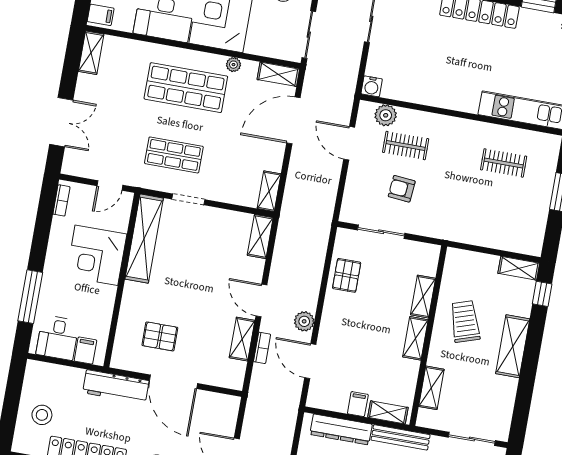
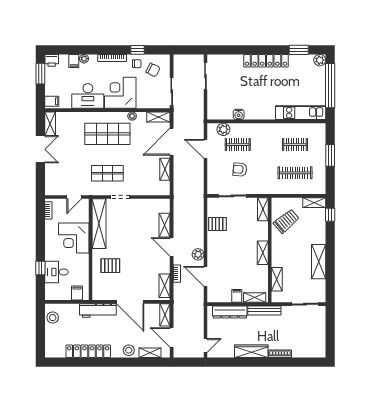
water cooler: (372, 86) -> (239, 114), moved
double door: (61, 122) -> (40, 149), moved
shelving: (269, 191) -> (165, 169), moved
clothes rail: (495, 211) -> (295, 173), added
shelving: (260, 236) -> (165, 225), moved
pallet: (347, 275) -> (217, 224), turned 90
window: (30, 297) -> (40, 268), width x0.46
shelving: (423, 297) -> (263, 209), moved
trolley: (465, 321) -> (286, 221), moved, turned 68
pallet: (160, 336) -> (110, 266), moved
desk: (58, 338) -> (56, 272), moved, turned 90
shelving: (242, 339) -> (165, 286), moved
shelving: (513, 346) -> (319, 262), moved
stool: (42, 415) -> (53, 318), moved
shelving: (229, 415) -> (165, 315), added

